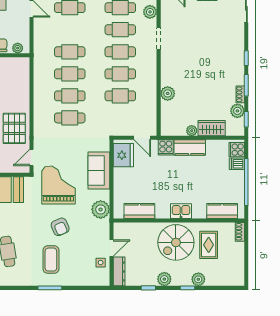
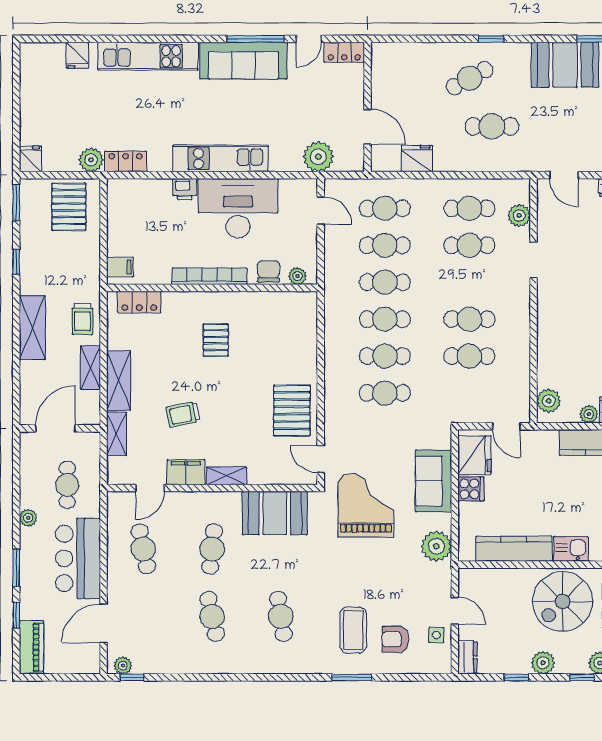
cafe table: (120, 52) -> (385, 245), moved
plant: (168, 93) -> (549, 401), moved
cooker: (166, 147) -> (471, 489), moved, turned -90
door: (31, 157) -> (321, 459), hinge flipped
kitchen counter: (139, 211) -> (514, 549), width x1.50
armchair: (60, 227) -> (395, 639), moved, turned 113
door: (112, 248) -> (455, 611), hinge flipped
dresser: (119, 271) -> (467, 657), width x0.70

